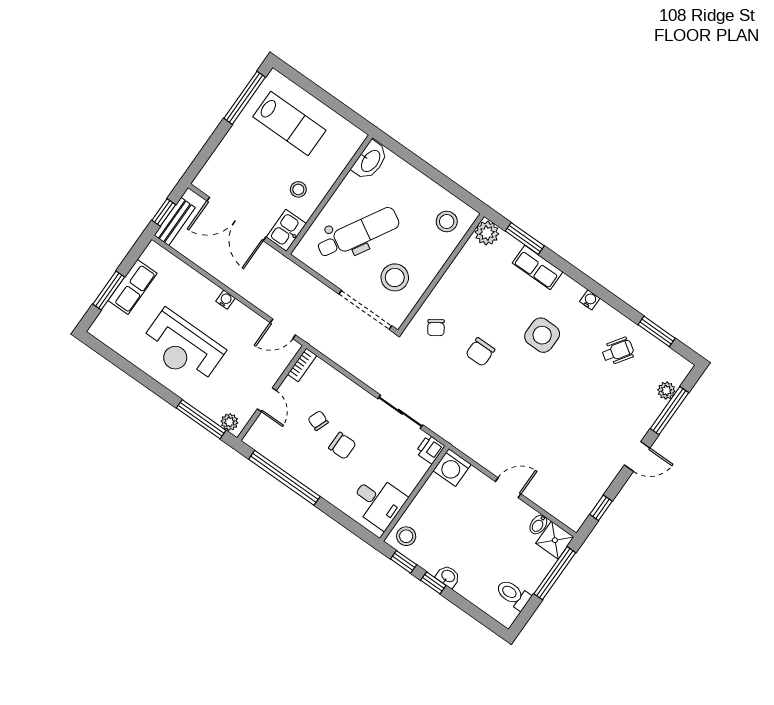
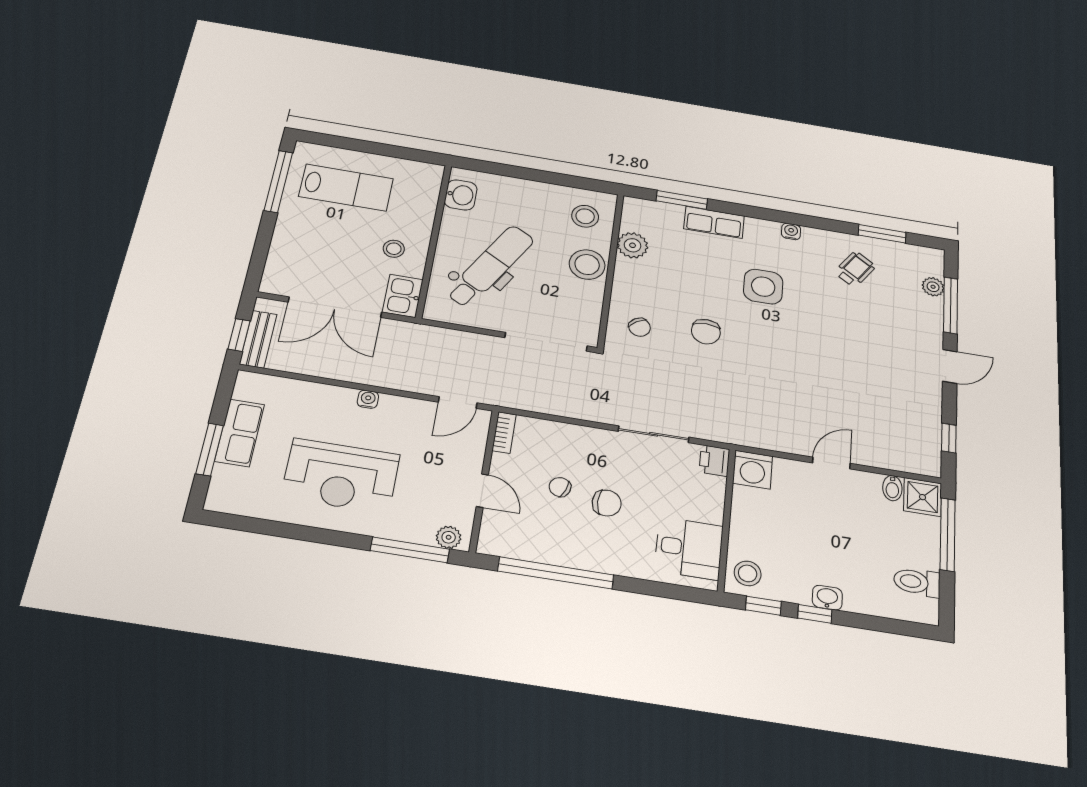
washbasin: (370, 161) -> (461, 195), width x0.72
plant: (487, 233) -> (633, 245), moved
stool: (395, 277) -> (587, 265), moved

